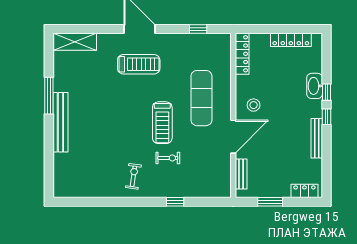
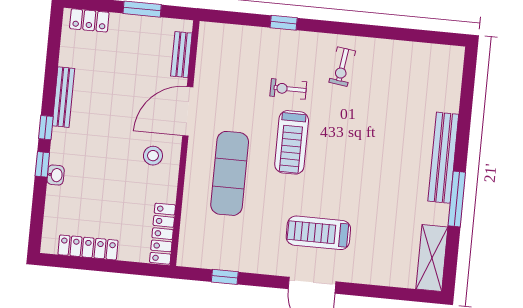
shelving: (75, 42) -> (432, 258), moved, turned 90
washbasin: (315, 86) -> (56, 175), width x0.52, depth x0.69
treadmill: (162, 123) -> (292, 142), turned 180

